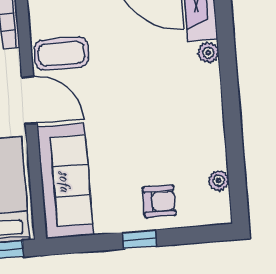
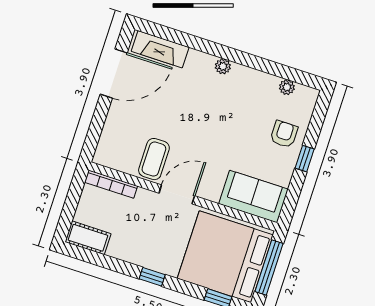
plant: (208, 53) -> (223, 66), moved
sofa: (65, 181) -> (253, 197), width x0.73

